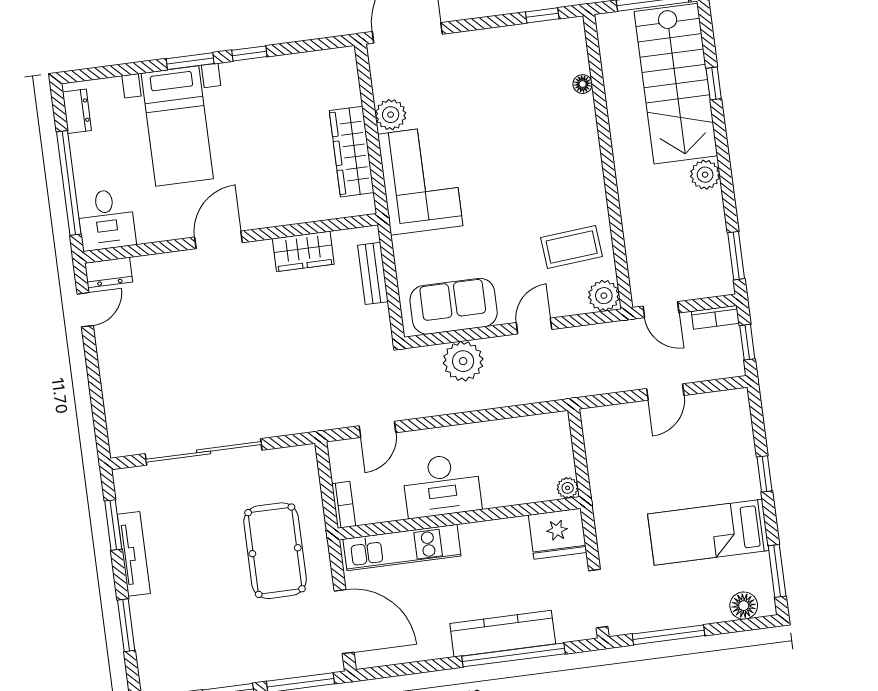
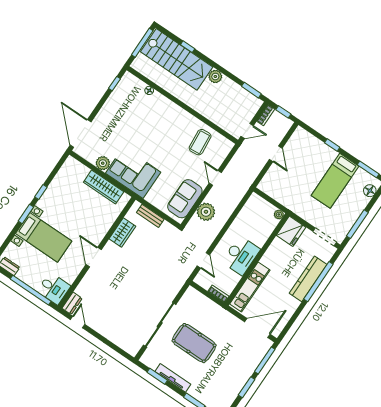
plant: (604, 296) -> (226, 146), removed
pool table: (275, 551) -> (194, 343), moved

